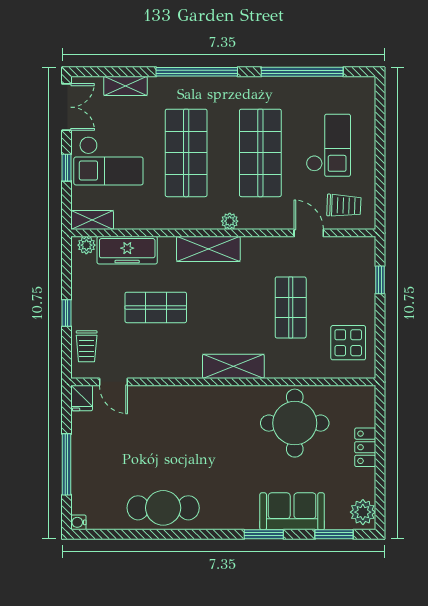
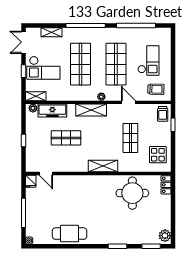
double door: (67, 107) -> (23, 42), swing flipped
door: (309, 233) -> (129, 102), moved
trolley: (87, 346) -> (163, 114), moved
locker: (365, 447) -> (166, 185), moved
sofa: (292, 511) -> (131, 235), removed

